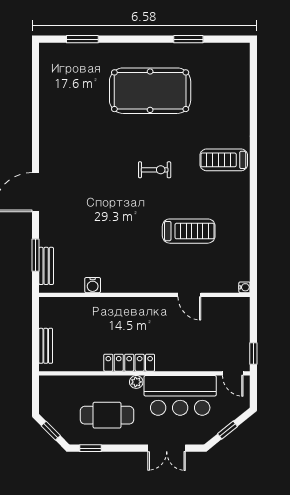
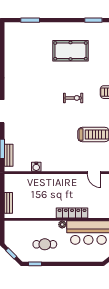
pool table: (150, 91) -> (70, 51), width x0.73, depth x0.76
locker: (129, 363) -> (72, 213), moved
cafe table: (107, 415) -> (45, 244), width x0.73, depth x0.74
double door: (167, 448) -> (80, 264), removed

